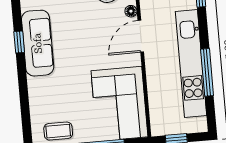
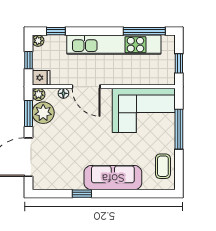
sofa: (38, 43) -> (113, 178), moved
window: (207, 72) -> (144, 31), moved

